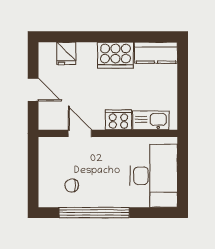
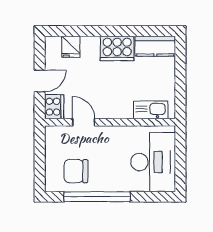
door: (33, 90) -> (40, 81), hinge flipped
cooker: (118, 120) -> (54, 107), moved, turned 90
chair: (72, 185) -> (76, 171), width x1.87, depth x1.87

